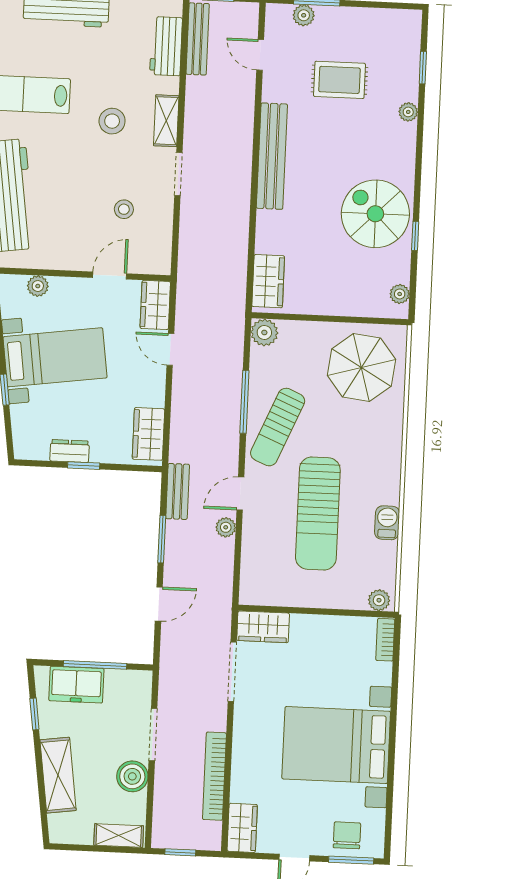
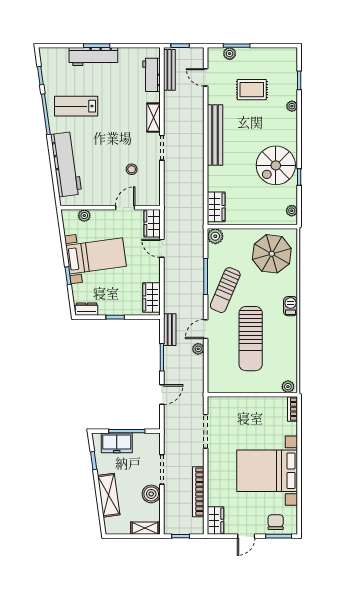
stool: (112, 121) -> (123, 119), removed
spiral stairs: (375, 214) -> (276, 165), turned -90
dresser: (70, 451) -> (87, 309), moved
barbecue: (387, 523) -> (291, 306), moved
wardrobe: (263, 627) -> (222, 405), removed

